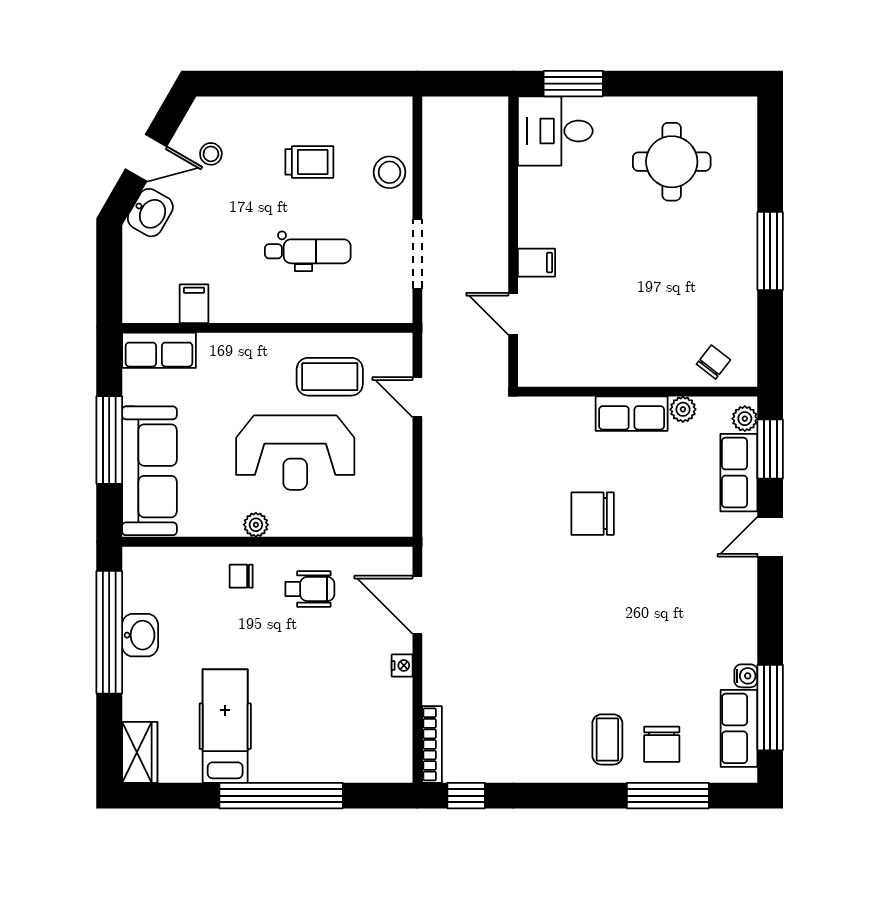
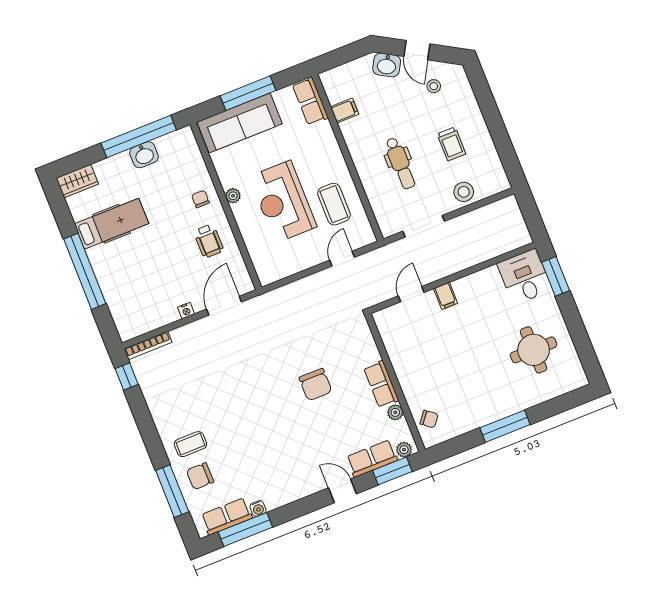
chair: (593, 514) -> (315, 385), turned 180

